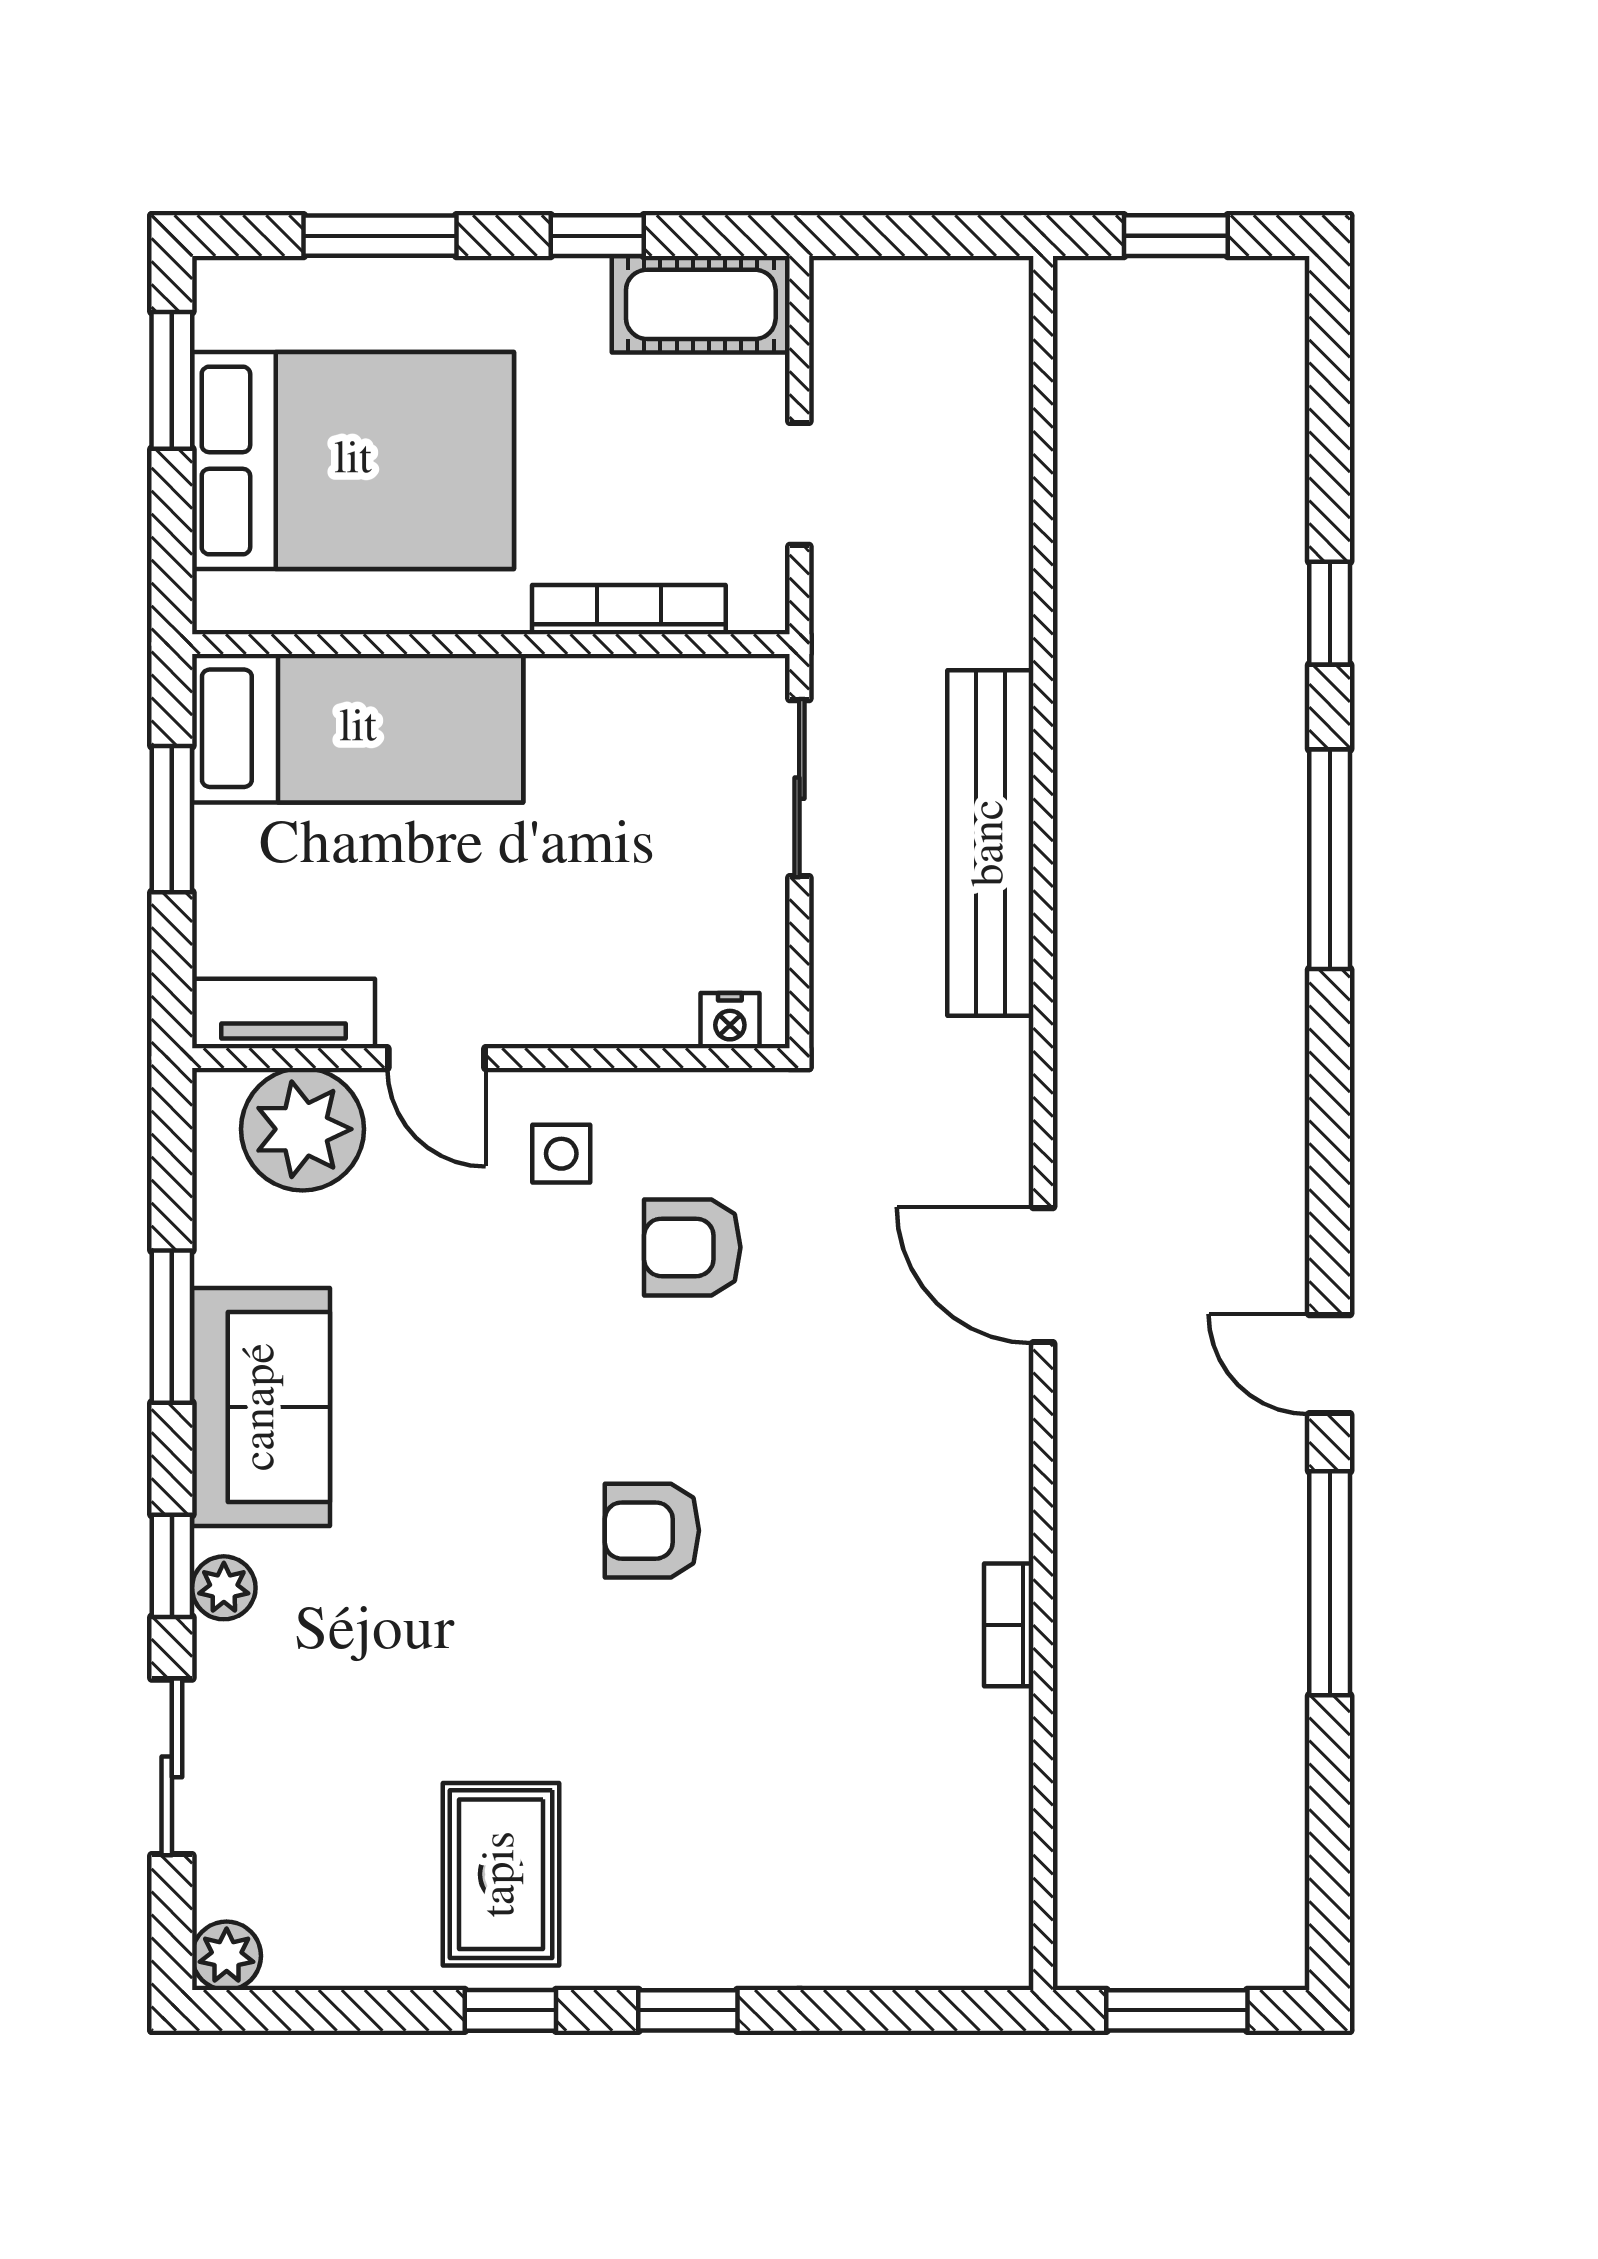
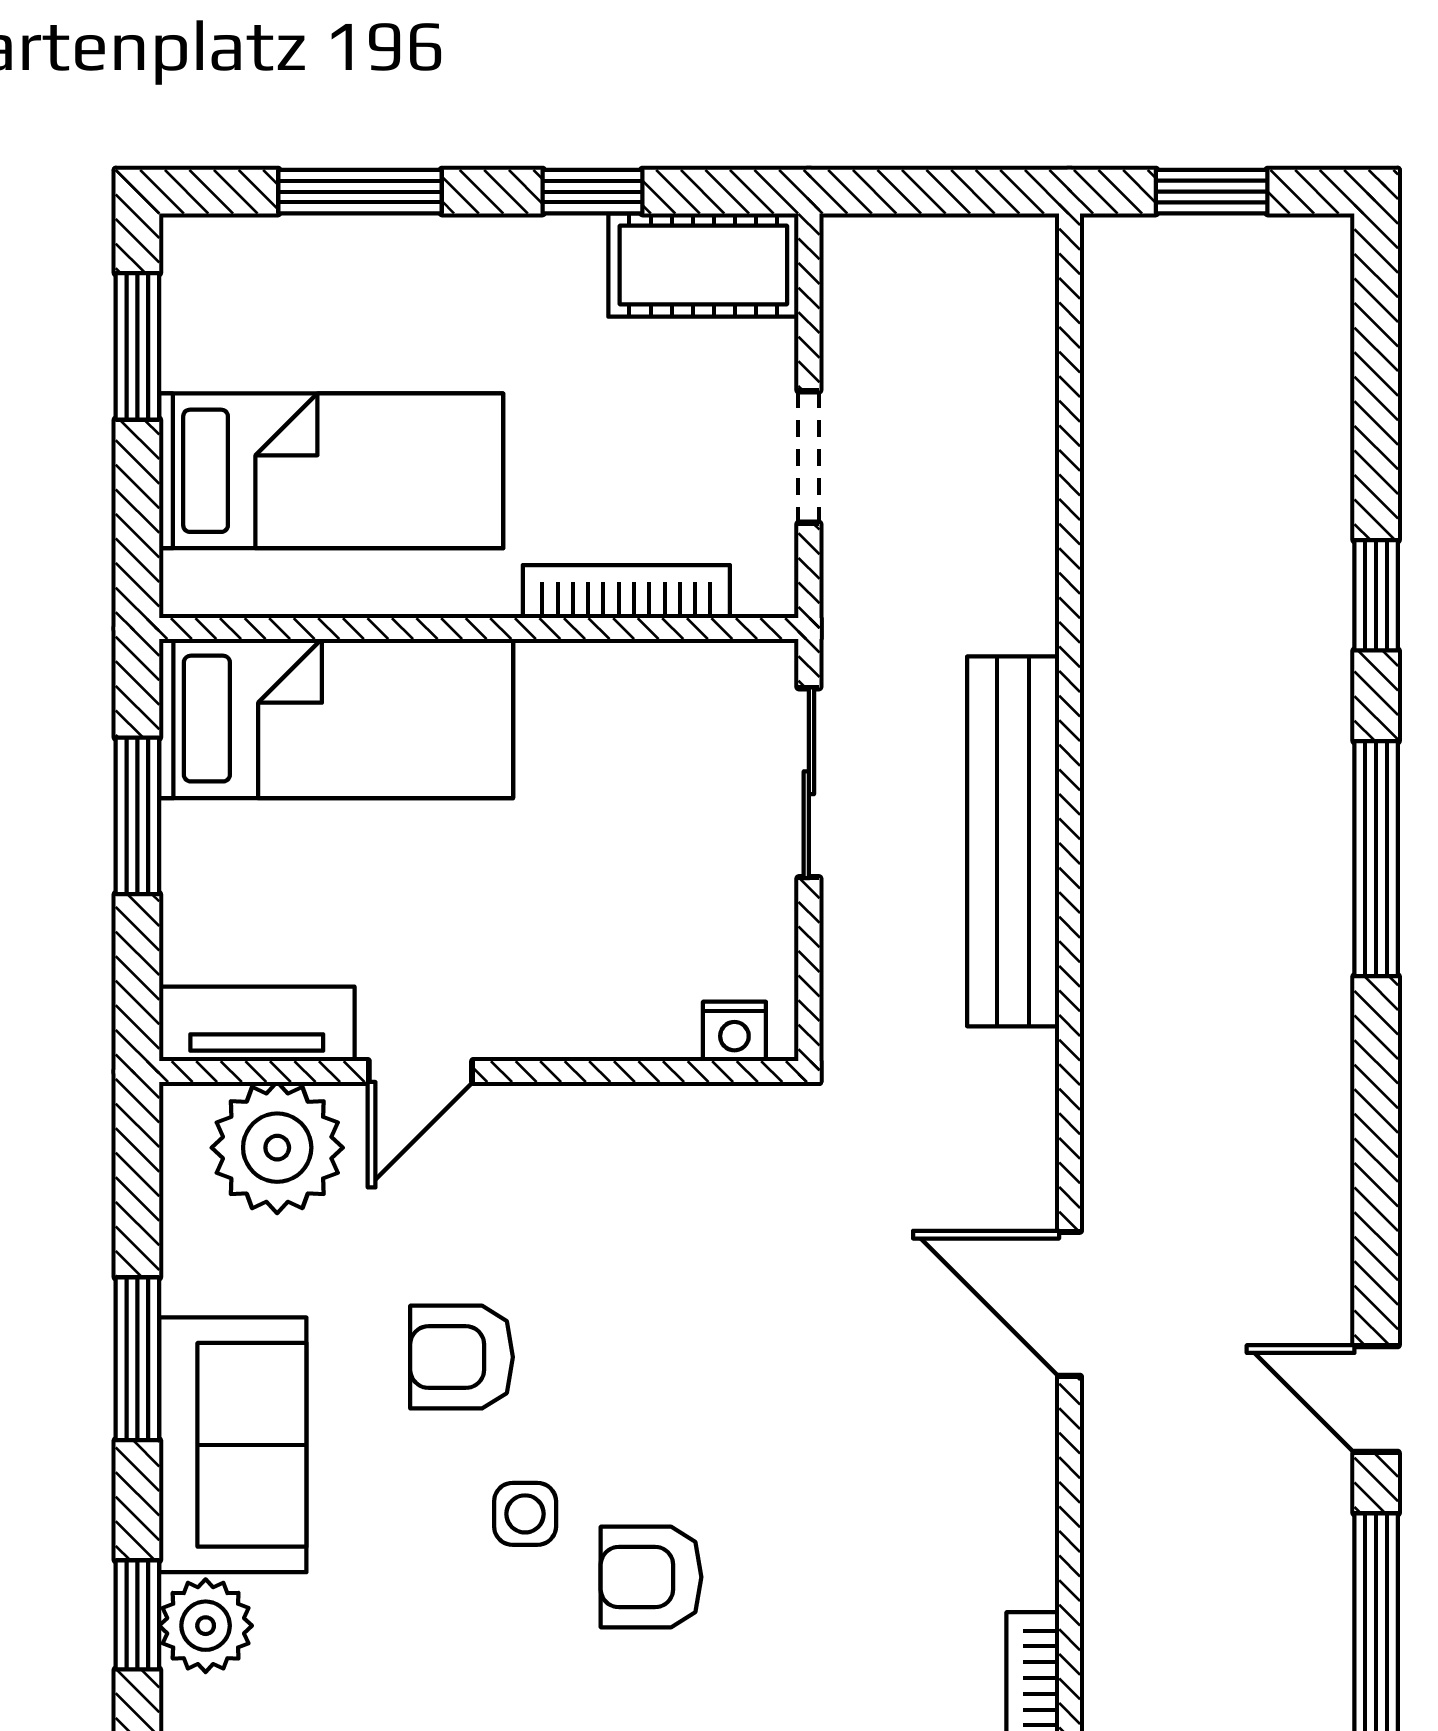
bed: (353, 460) -> (331, 471), width x0.67
door: (436, 1058) -> (420, 1072), hinge flipped
side table: (561, 1154) -> (525, 1514), moved
armchair: (692, 1247) -> (462, 1357), moved
plant: (224, 1588) -> (206, 1626), width x1.38, depth x1.38

